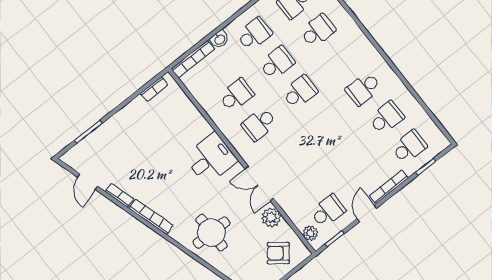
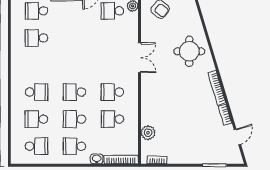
school desk: (363, 89) -> (36, 92), moved
school desk: (259, 124) -> (112, 92), turned 180
desk: (211, 159) -> (156, 94), removed
plant: (271, 217) -> (148, 133), moved

